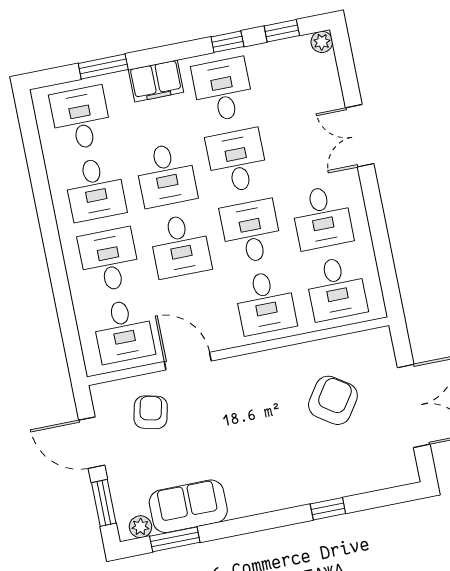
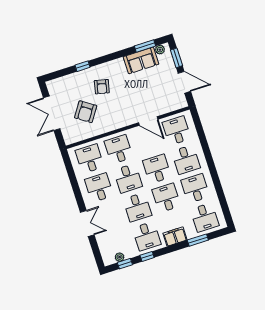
plant: (322, 42) -> (120, 257), moved
armchair: (151, 412) -> (102, 87), moved

